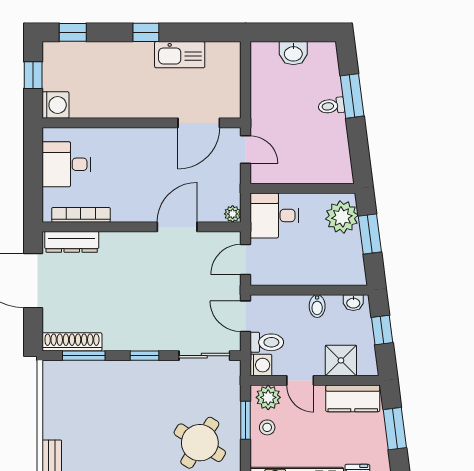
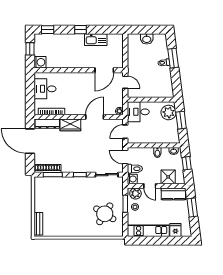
wardrobe: (123, 245) -> (70, 125), added

